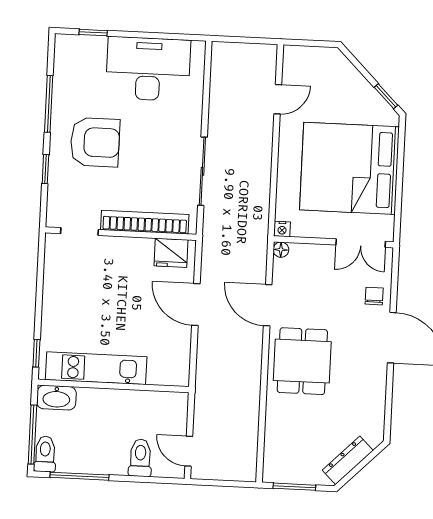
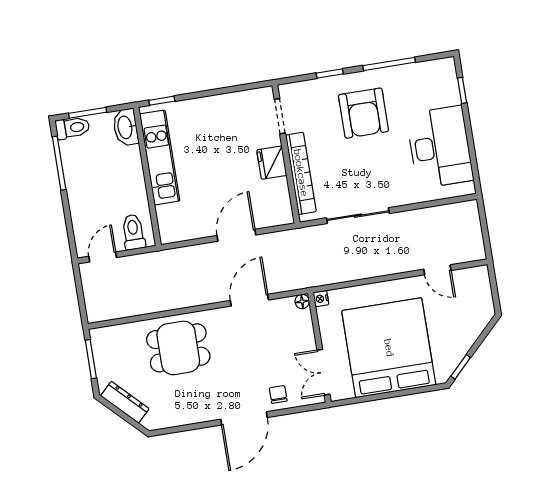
fridge: (171, 253) -> (272, 163), moved
chair: (374, 296) -> (278, 395), turned -90
dining table: (302, 361) -> (178, 348), moved
window: (32, 435) -> (88, 113), width x0.69
toilet: (140, 458) -> (133, 232), moved, turned -90

